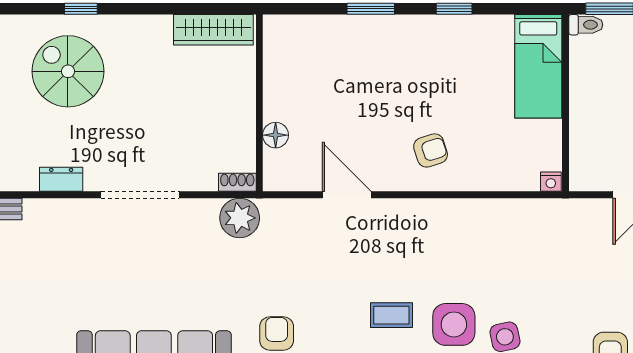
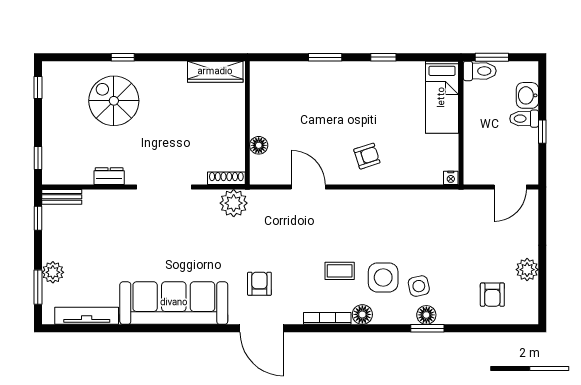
toilet: (586, 25) -> (480, 71), width x1.37, depth x1.39
shoe rack: (237, 182) -> (226, 178), width x1.43

